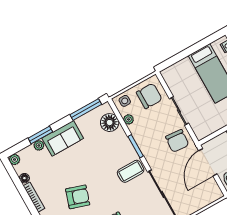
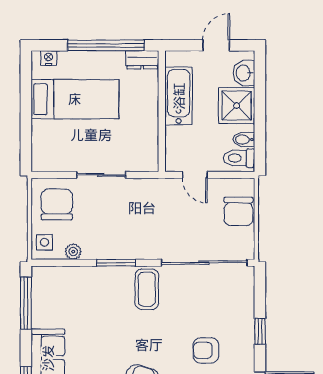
floor lamp: (110, 123) -> (63, 280), removed
chair: (177, 141) -> (238, 211), moved, turned 85
door: (208, 162) -> (195, 175), width x0.53

